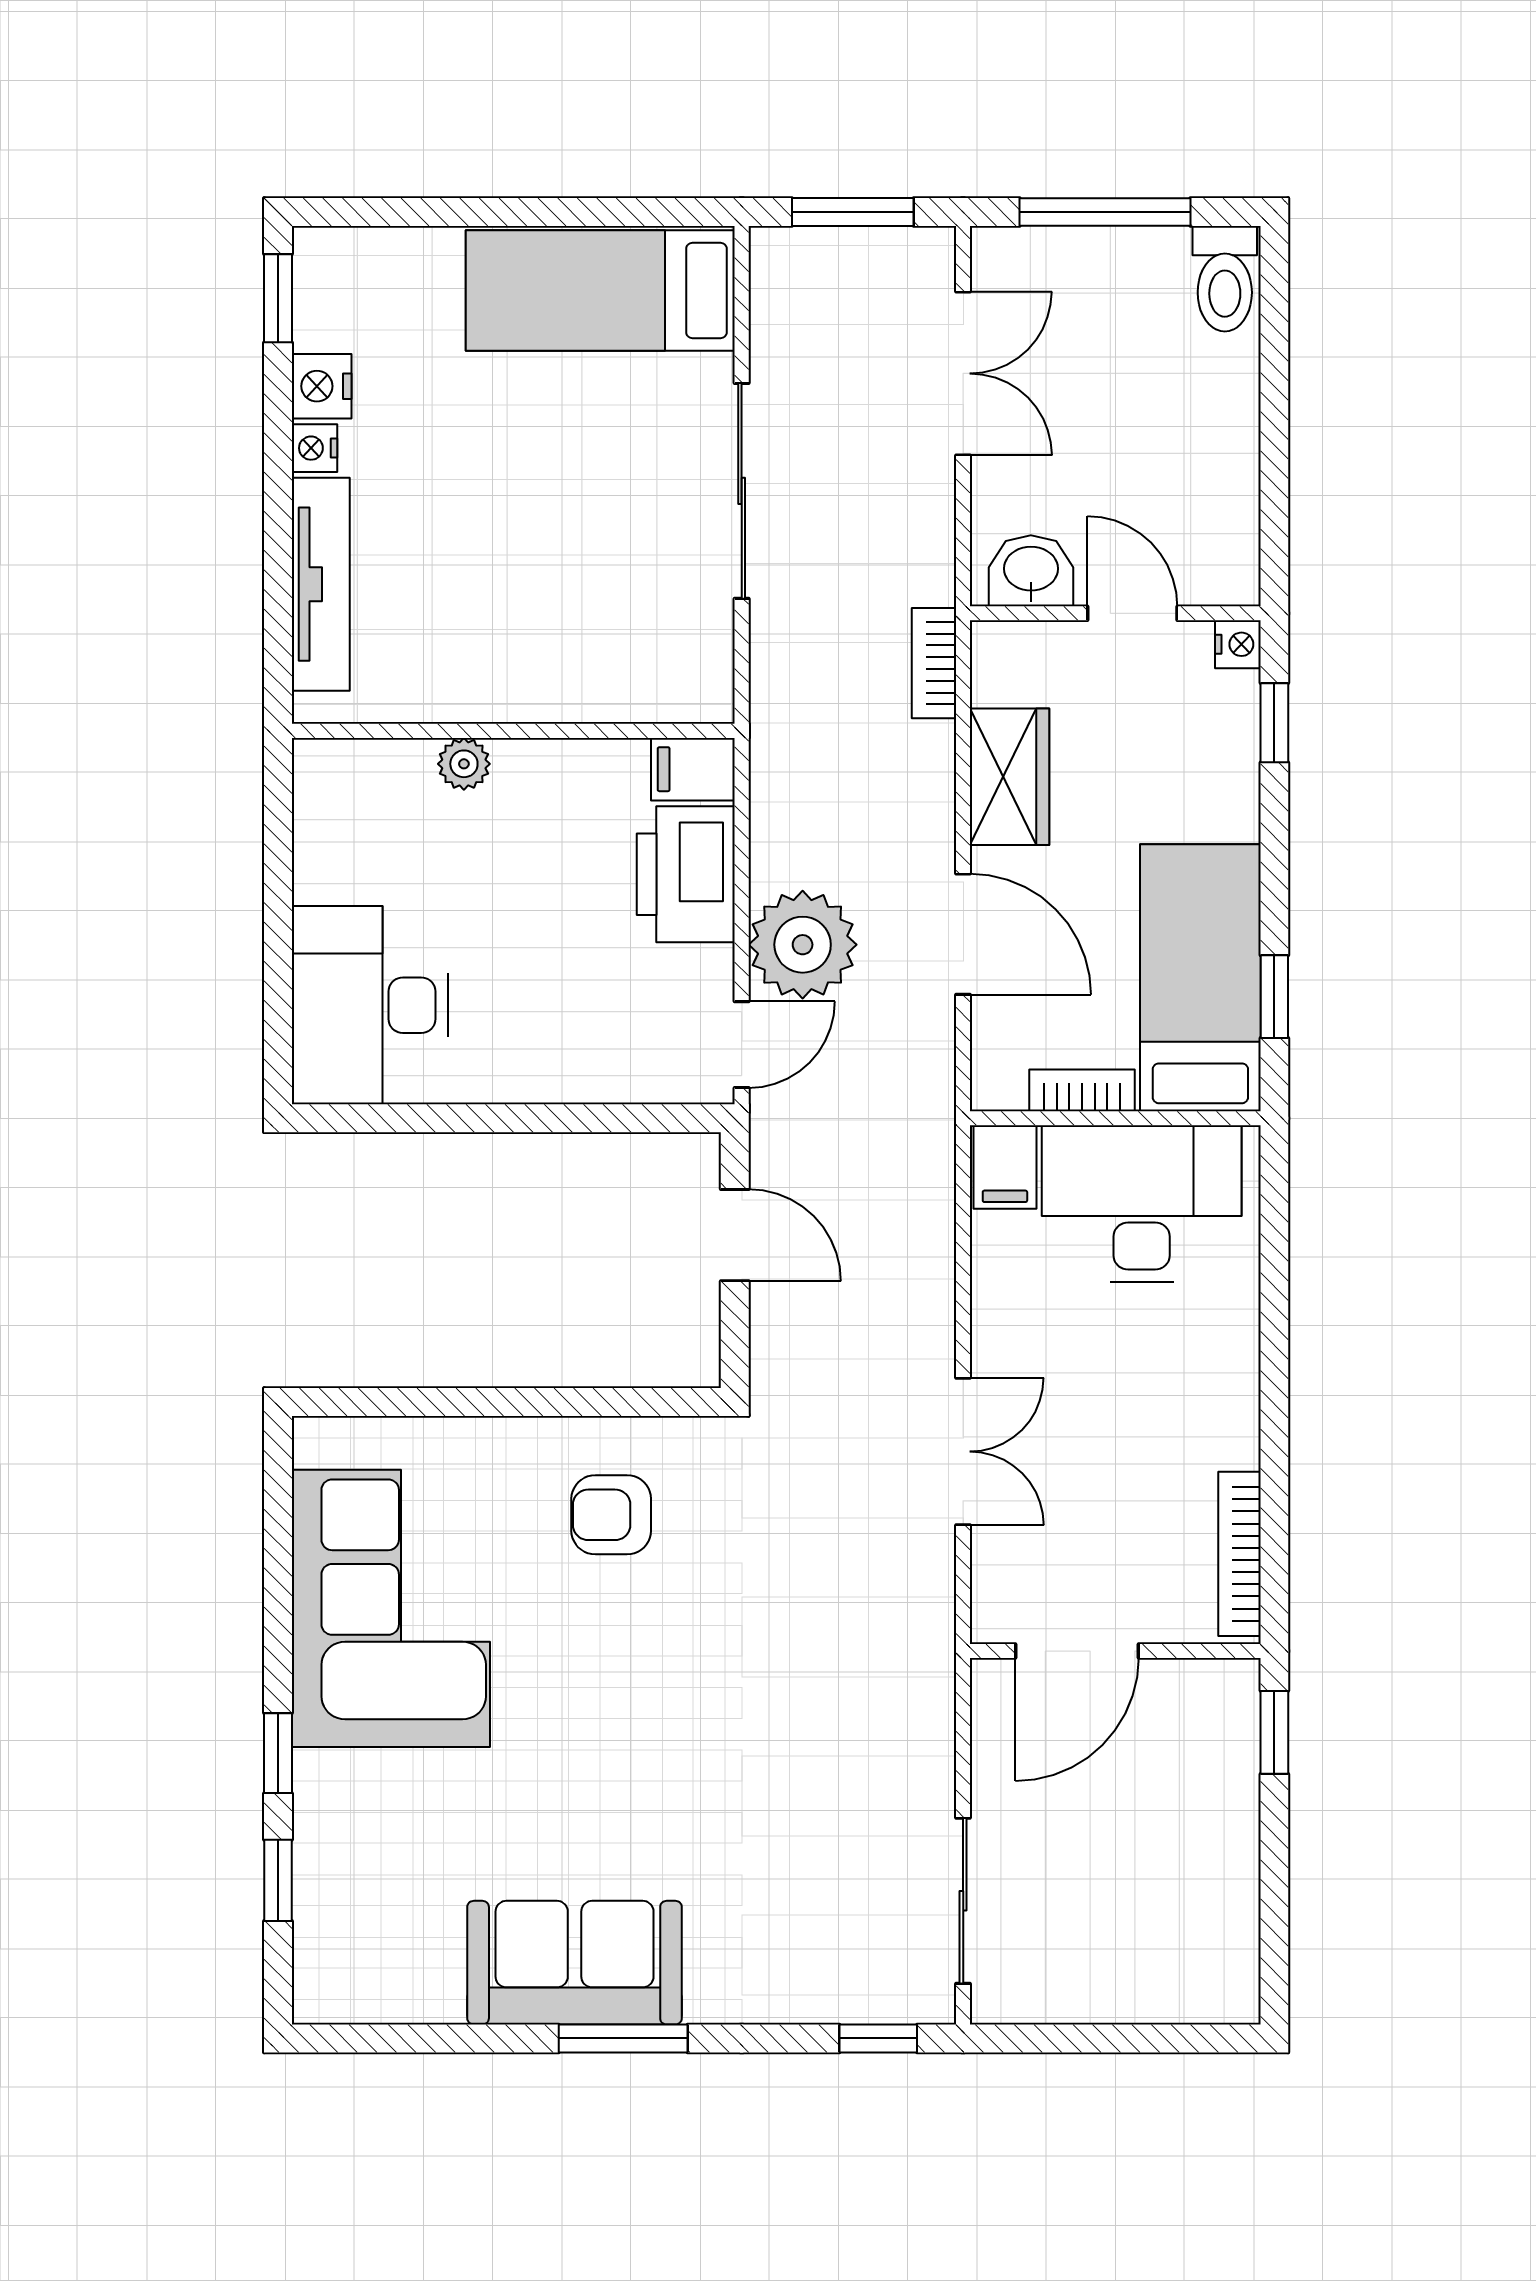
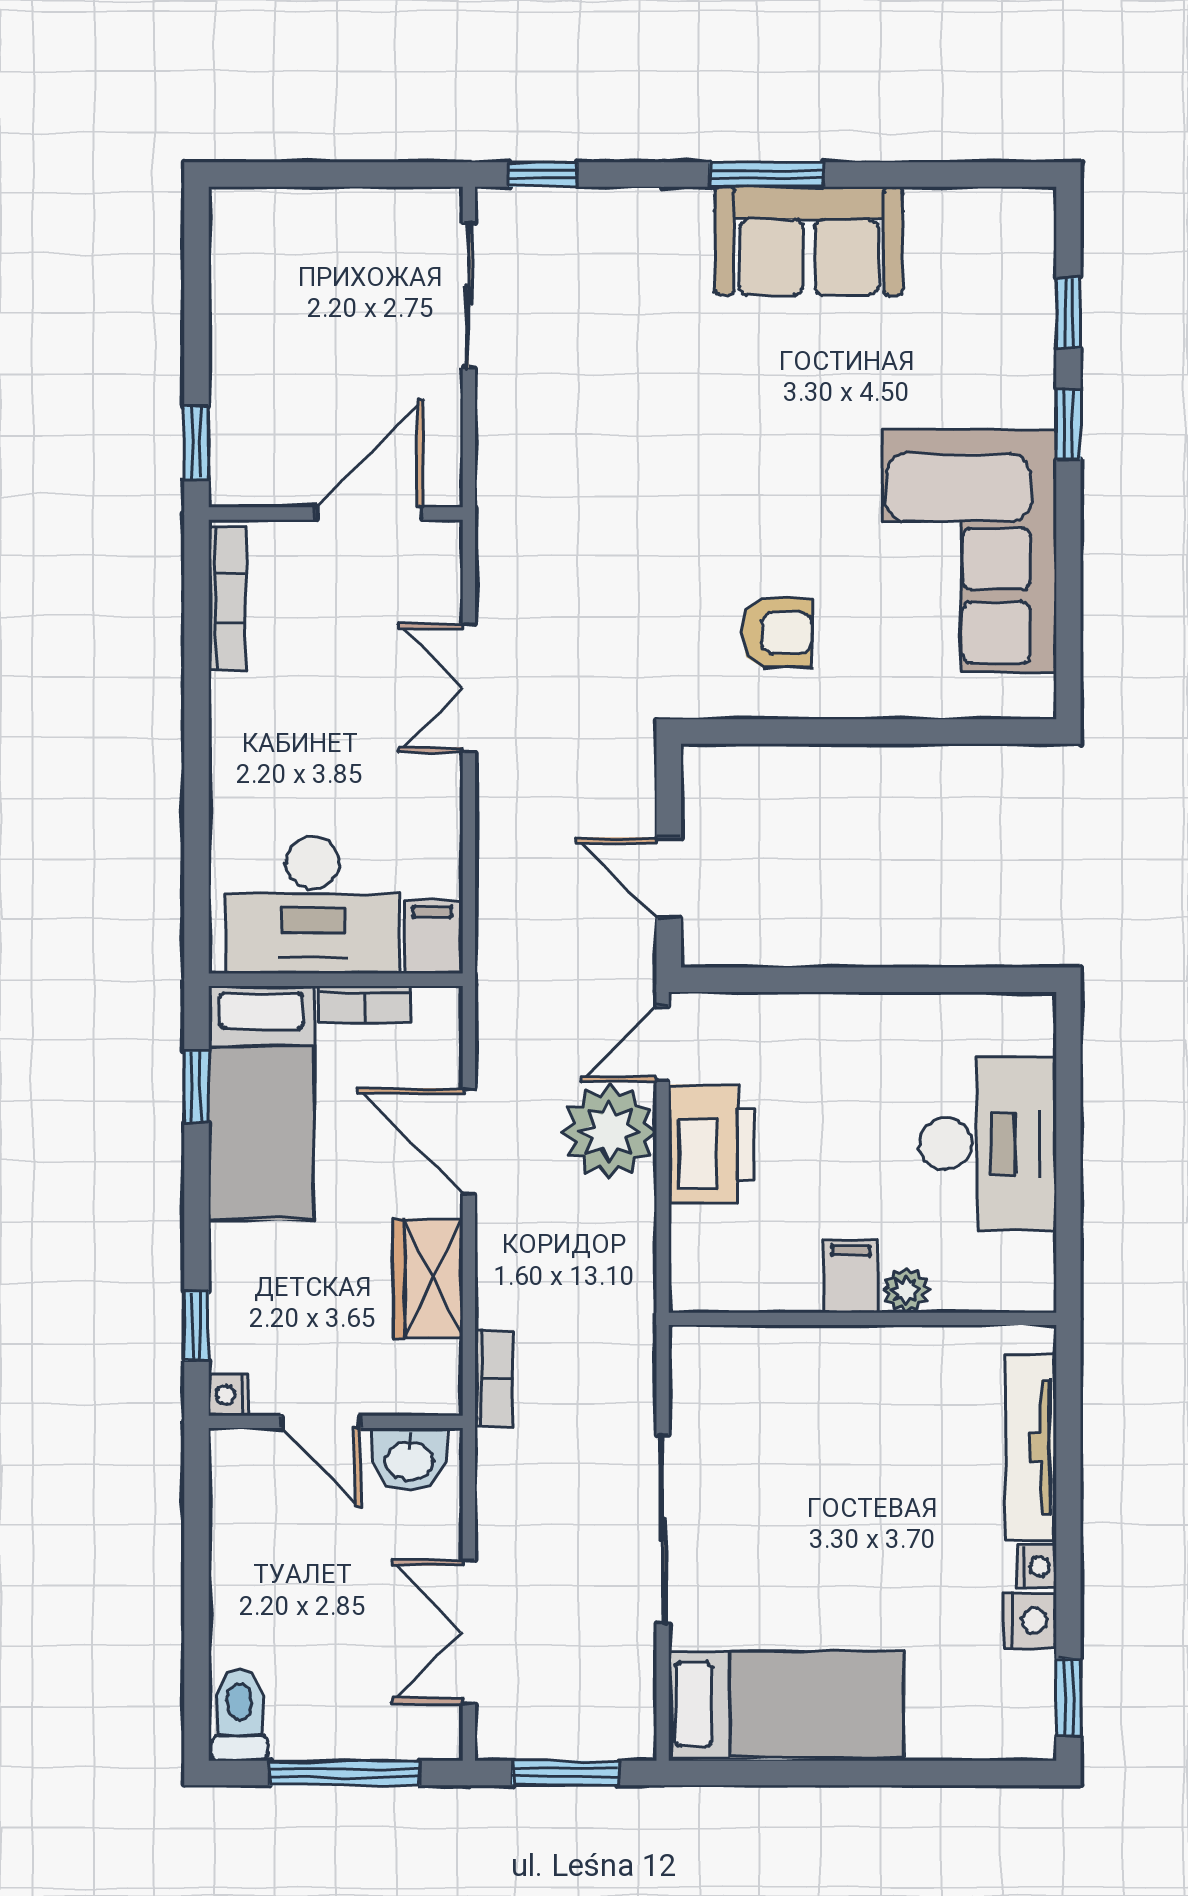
filing cabinet: (693, 769) -> (851, 1276), moved, turned -90
printer: (686, 874) -> (712, 1144), moved
desk: (370, 1005) -> (988, 1144), moved

